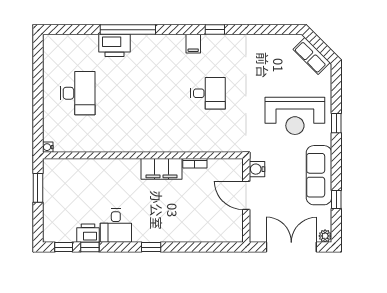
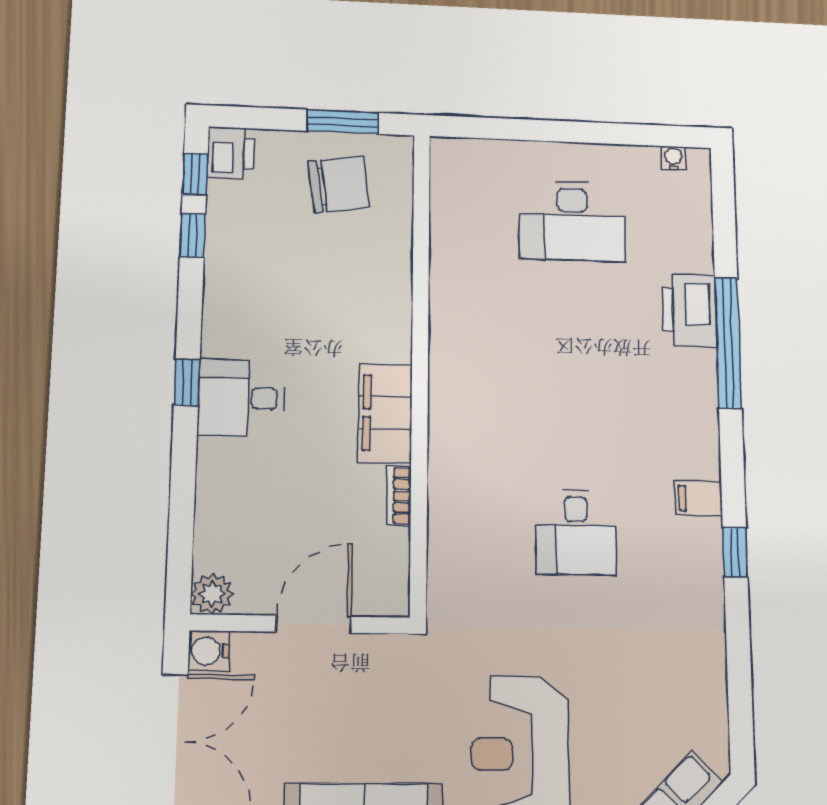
water cooler: (48, 147) -> (673, 158), moved
water cooler: (257, 169) -> (209, 651), moved, turned -90
chair: (66, 189) -> (338, 185), added
desk: (116, 226) -> (241, 398), moved
printer: (88, 233) -> (230, 153), moved
plant: (235, 234) -> (212, 594), added

